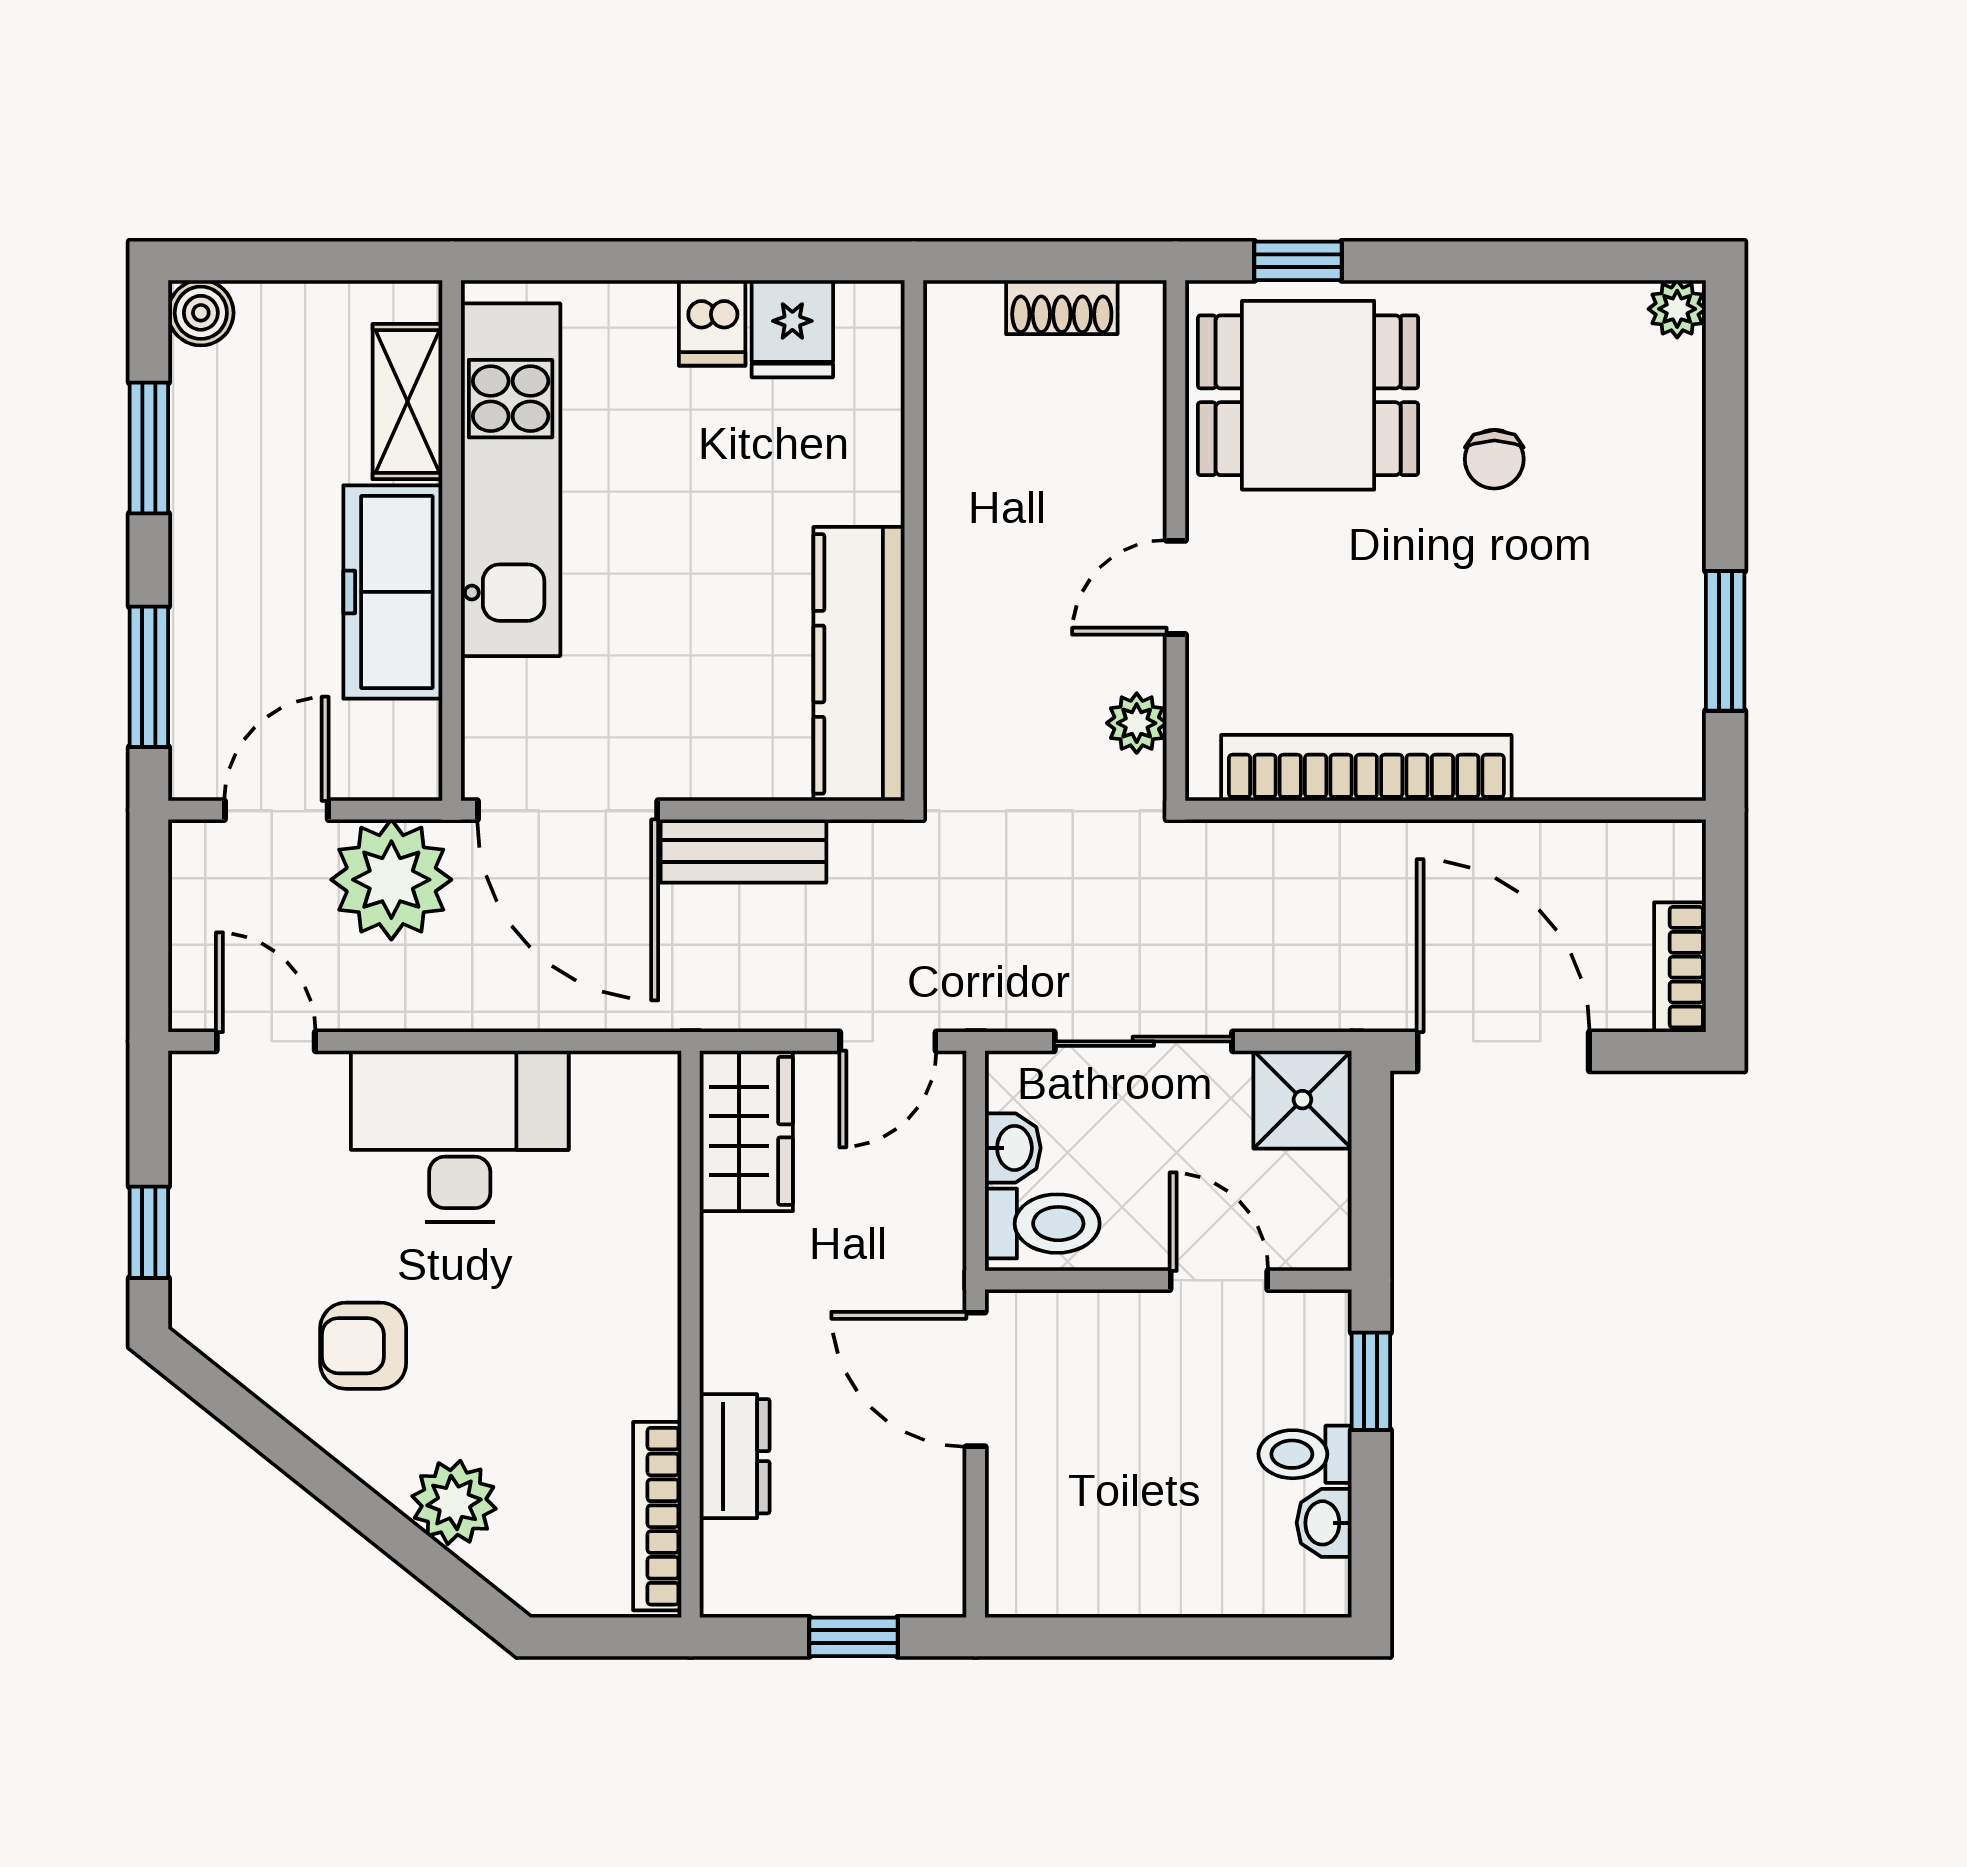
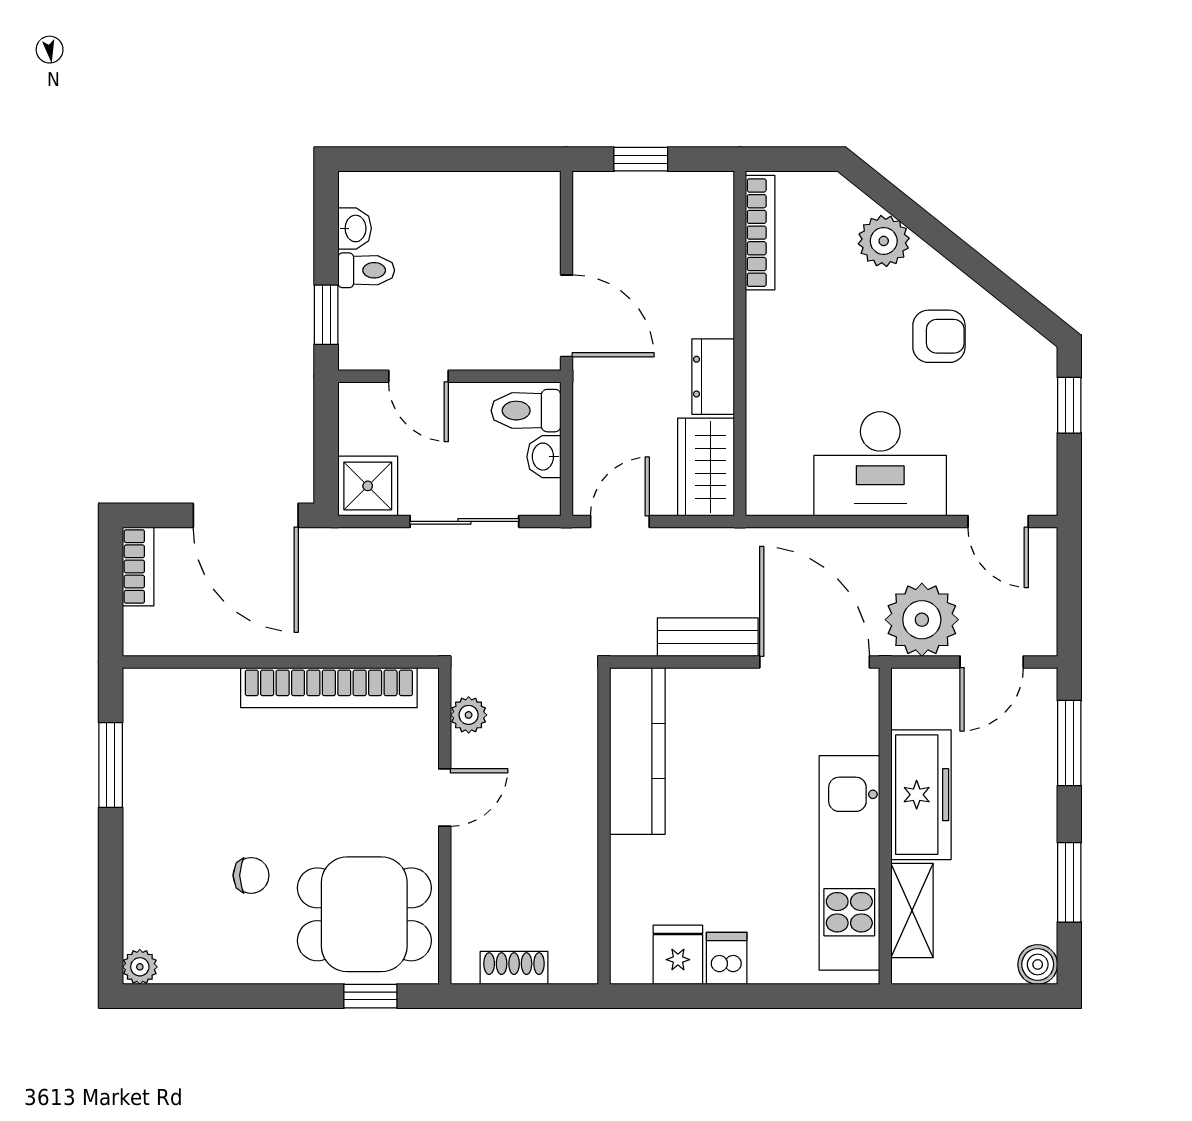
chair: (1494, 459) -> (251, 875), turned 90
dresser: (735, 1456) -> (713, 377), moved

